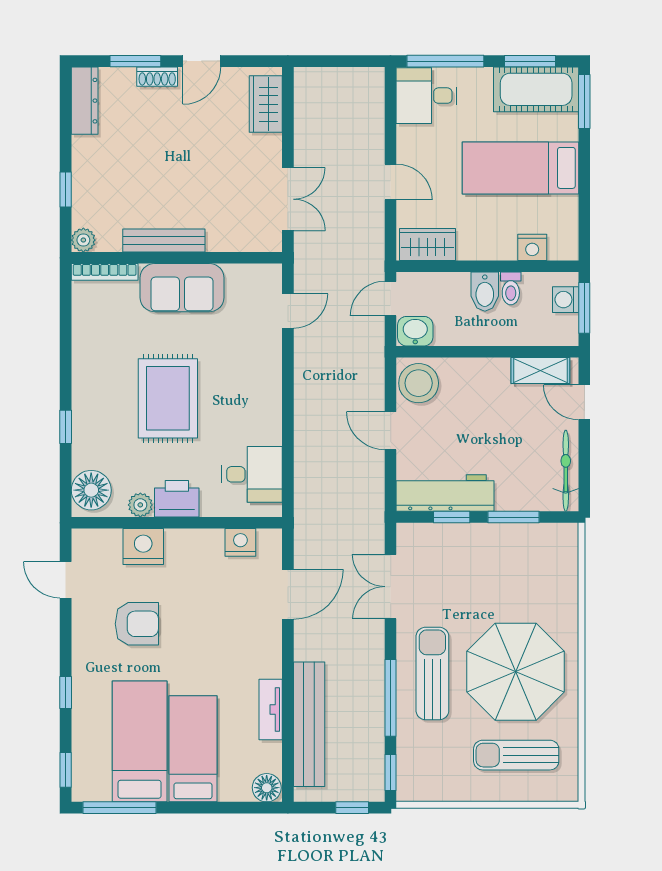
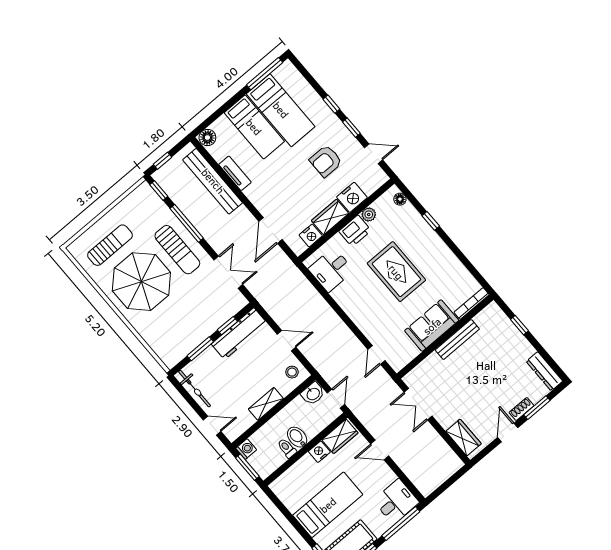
plant: (83, 240) -> (493, 310), removed
nightstand: (532, 247) -> (319, 452), moved
washing machine: (566, 300) -> (246, 449), moved
shelving: (540, 371) -> (266, 404), moved
stool: (419, 383) -> (292, 372), width x0.53, depth x0.53
floor lamp: (91, 490) -> (400, 199), width x0.53, depth x0.53
wardrobe: (194, 545) -> (330, 217), added
window: (66, 770) -> (351, 128), moved

